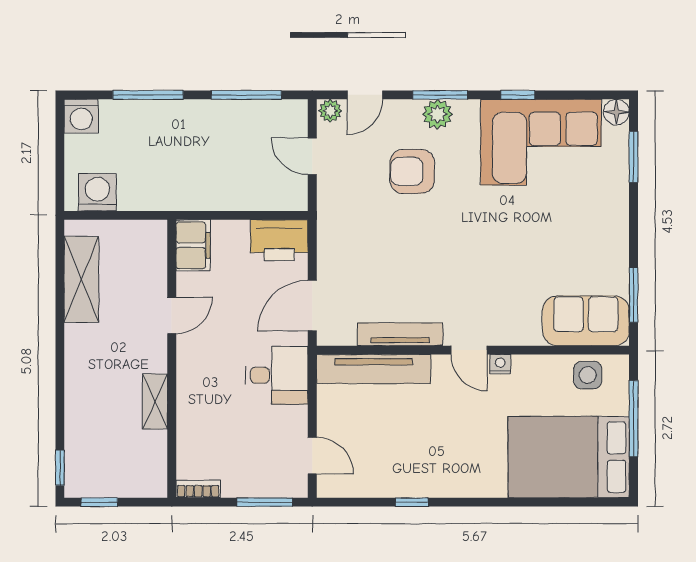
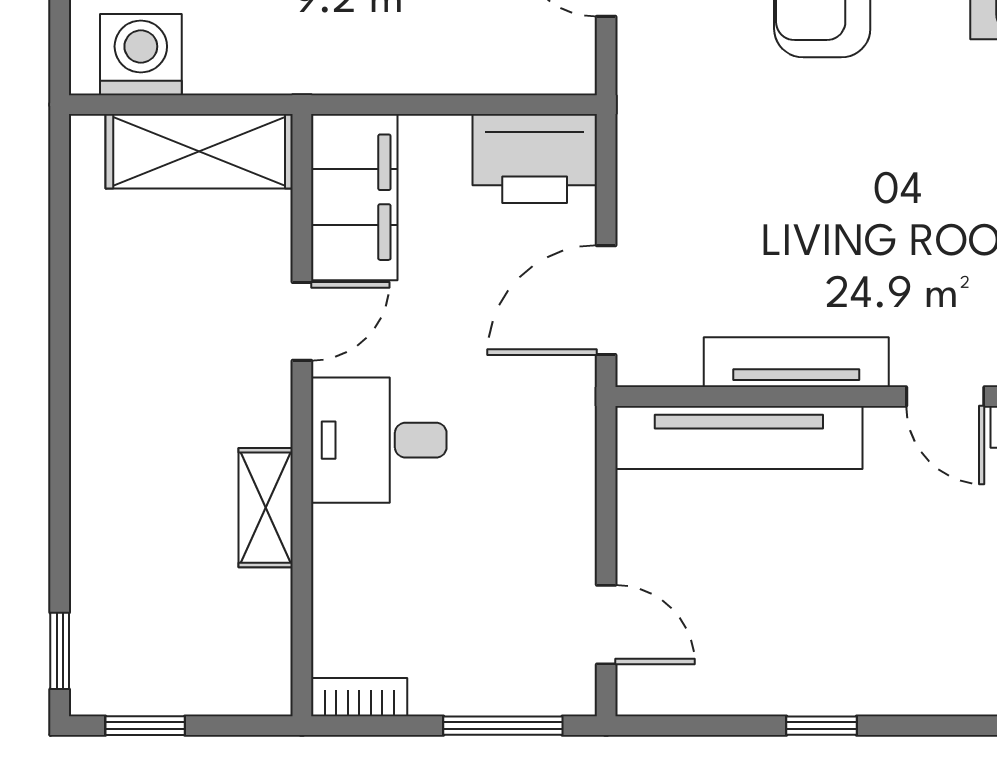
filing cabinet: (193, 245) -> (354, 197), width x1.50, depth x1.17
shelving: (81, 279) -> (199, 151), moved, turned 90
desk: (277, 375) -> (379, 440), moved, turned 180

